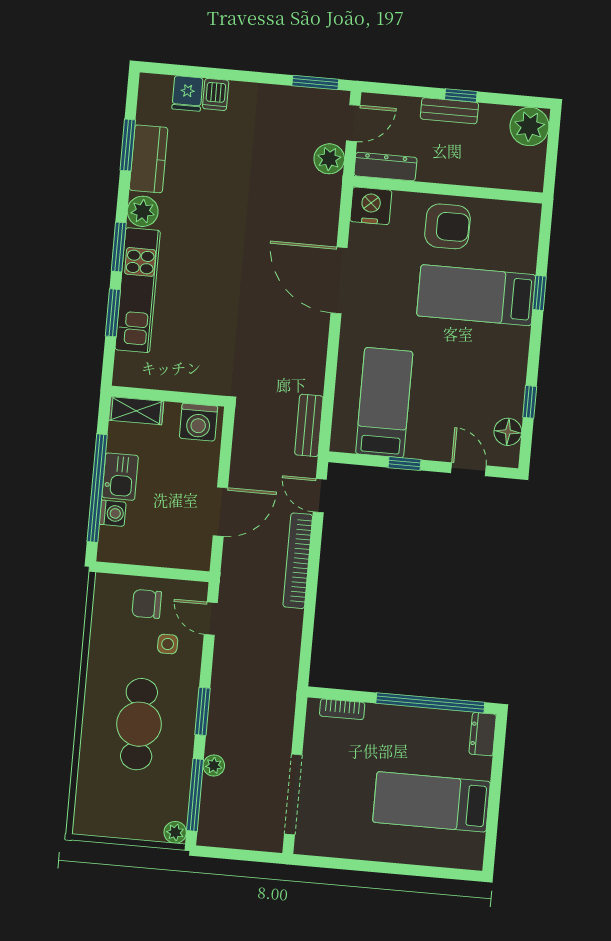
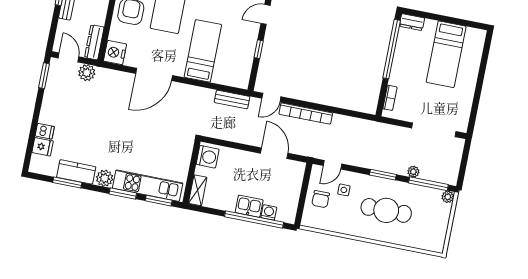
wall: (168, 396) -> (192, 172), moved
bed: (384, 403) -> (203, 51), moved, turned 90
shelving: (136, 411) -> (198, 190), moved
washing machine: (198, 422) -> (208, 157), moved

